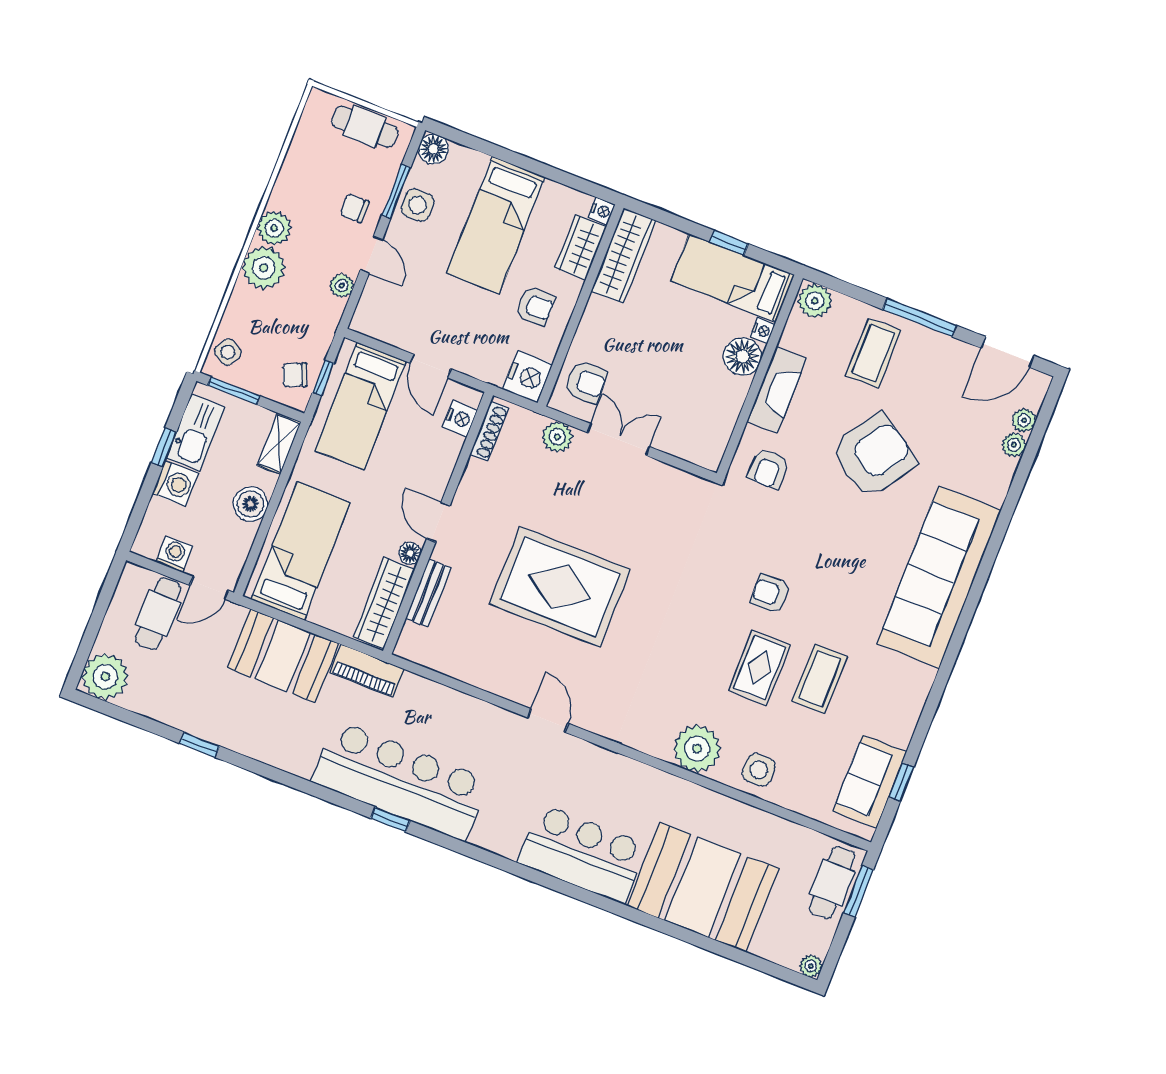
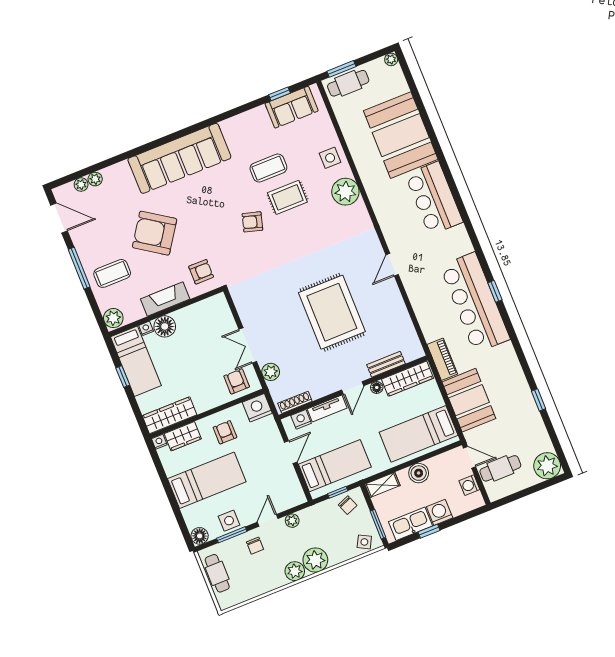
tv unit: (443, 465) -> (327, 409), added
armchair: (770, 594) -> (252, 222), turned 106

